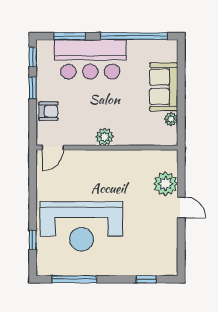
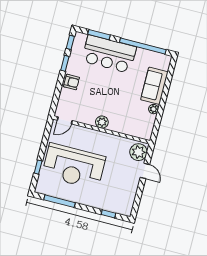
plant: (105, 137) -> (102, 122), moved
door: (53, 148) -> (65, 120), moved
wall: (107, 148) -> (102, 130), moved

